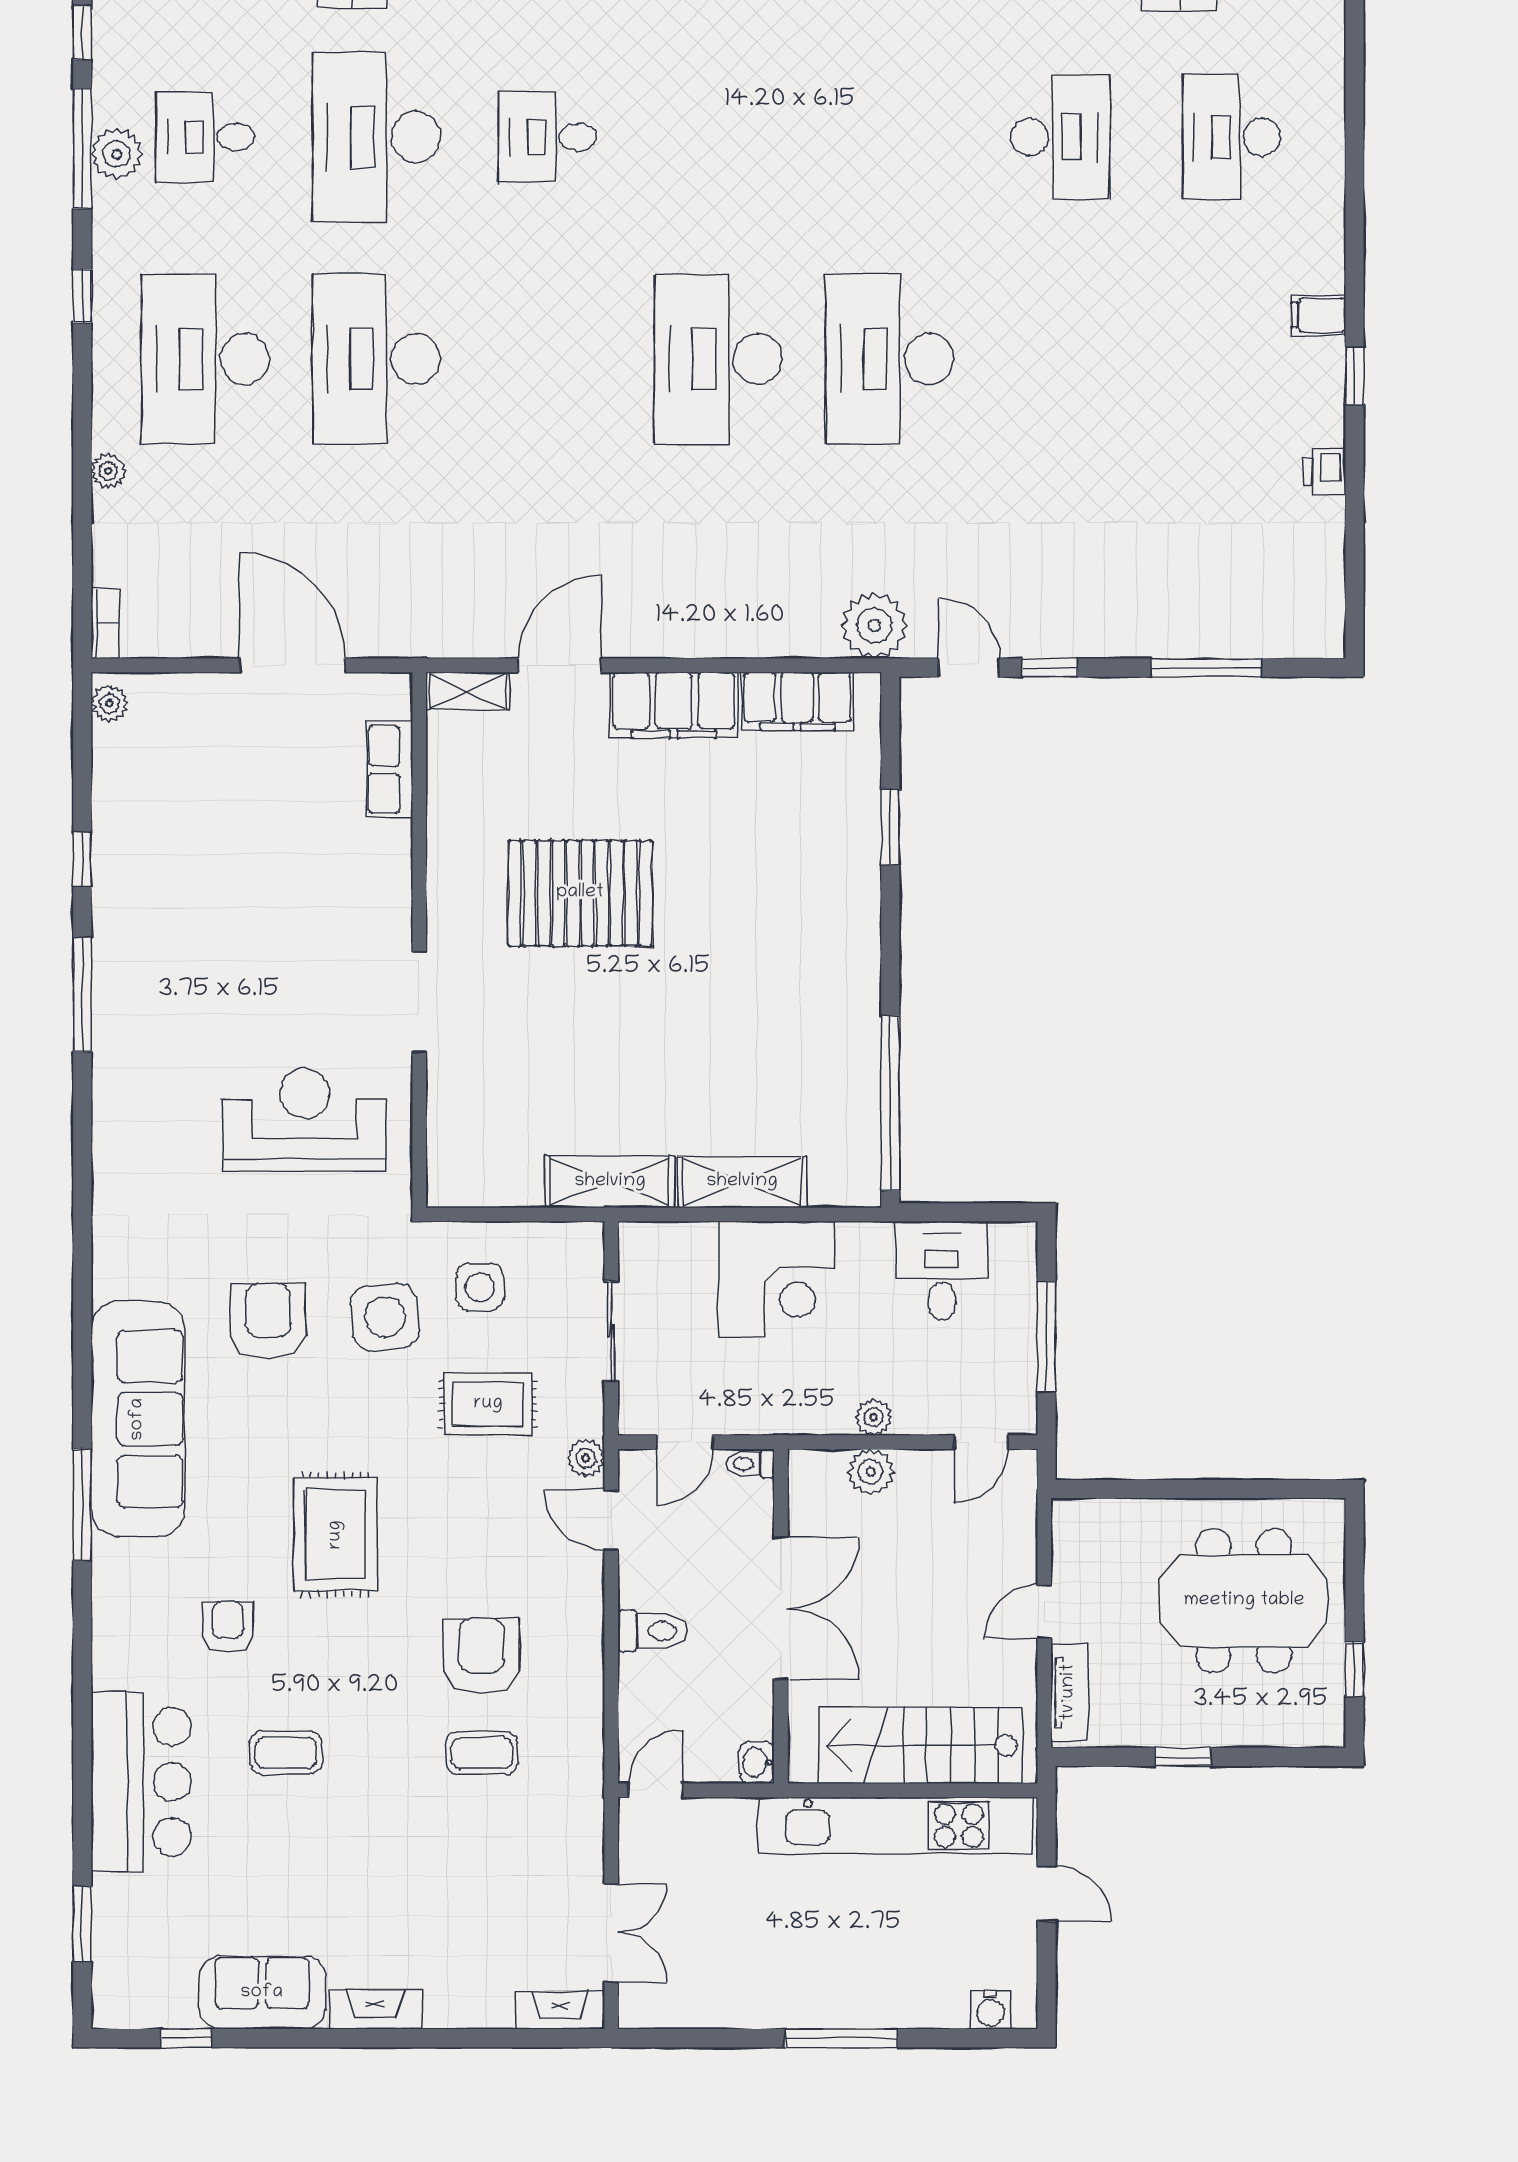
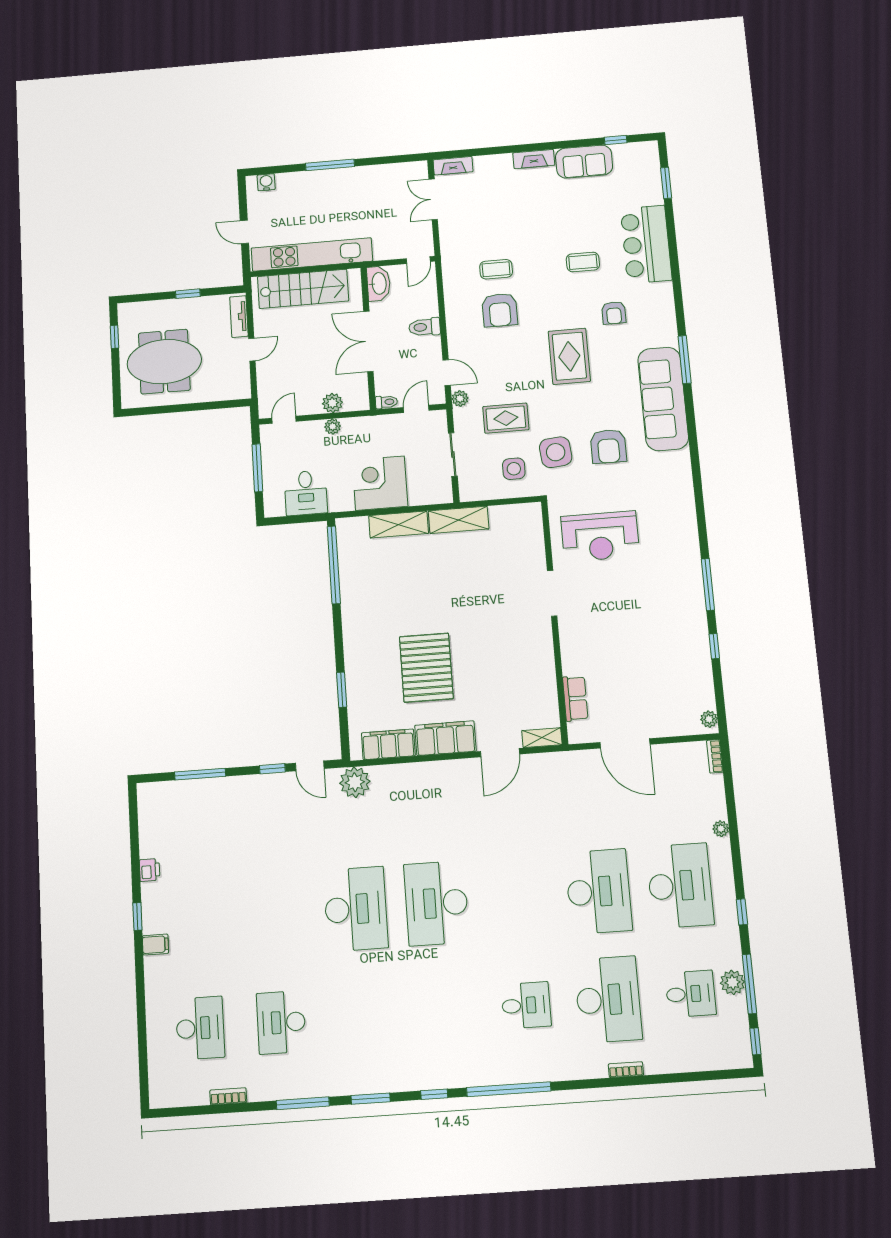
desk: (718, 359) -> (436, 903), turned 180
pallet: (580, 893) -> (426, 668), moved, turned 90
washbasin: (757, 1762) -> (378, 284), width x1.91, depth x1.45

